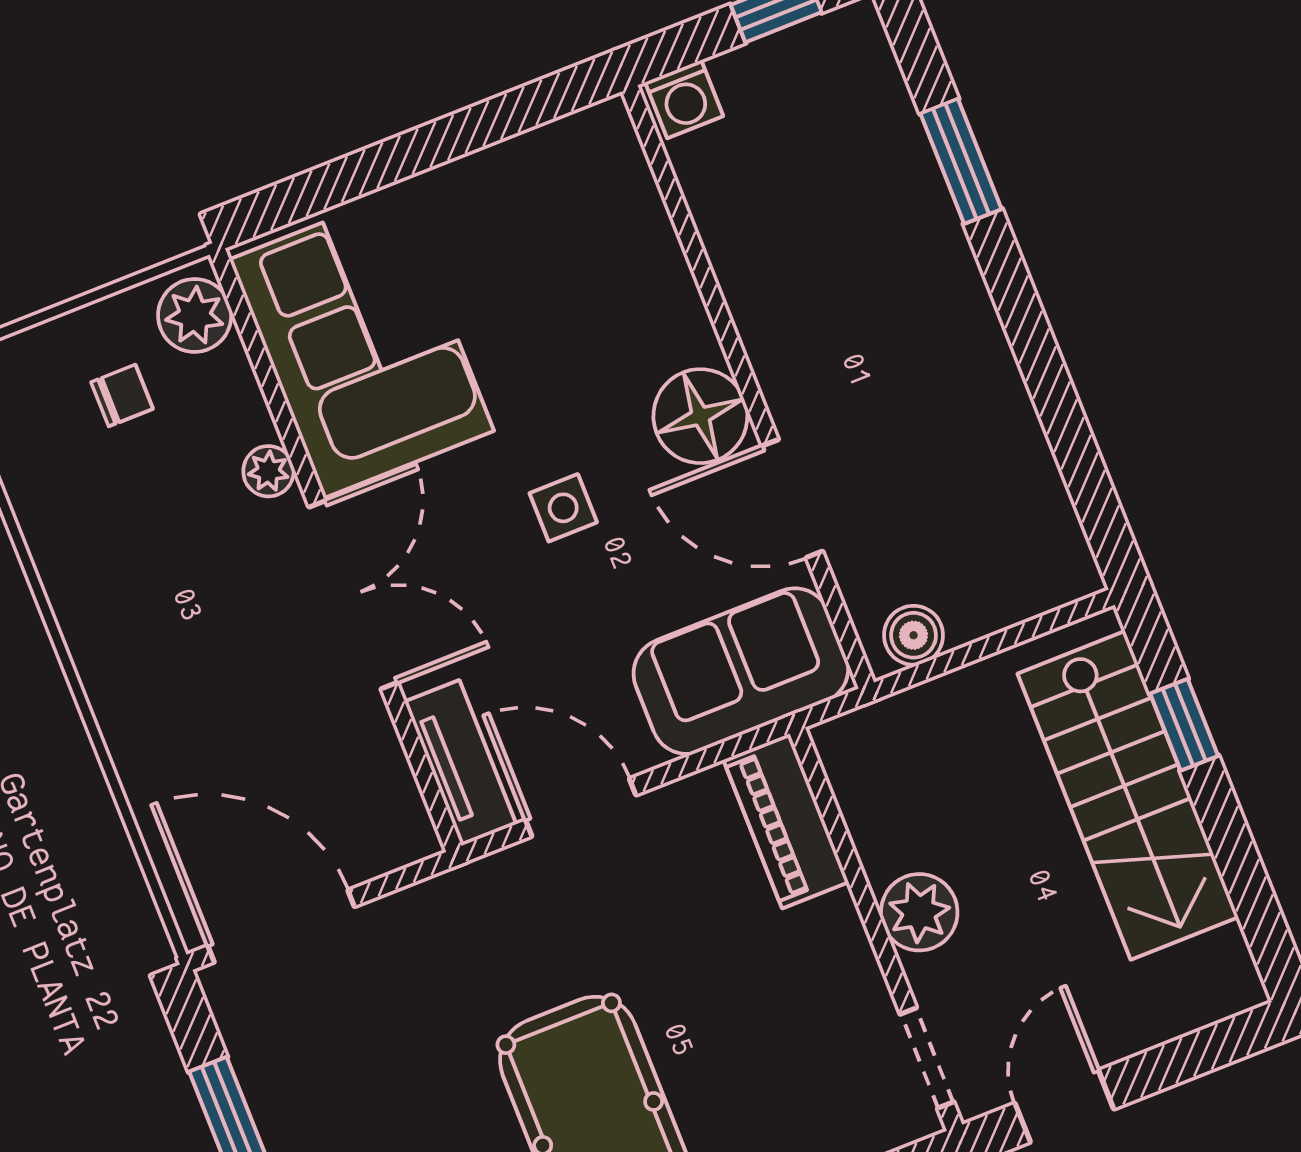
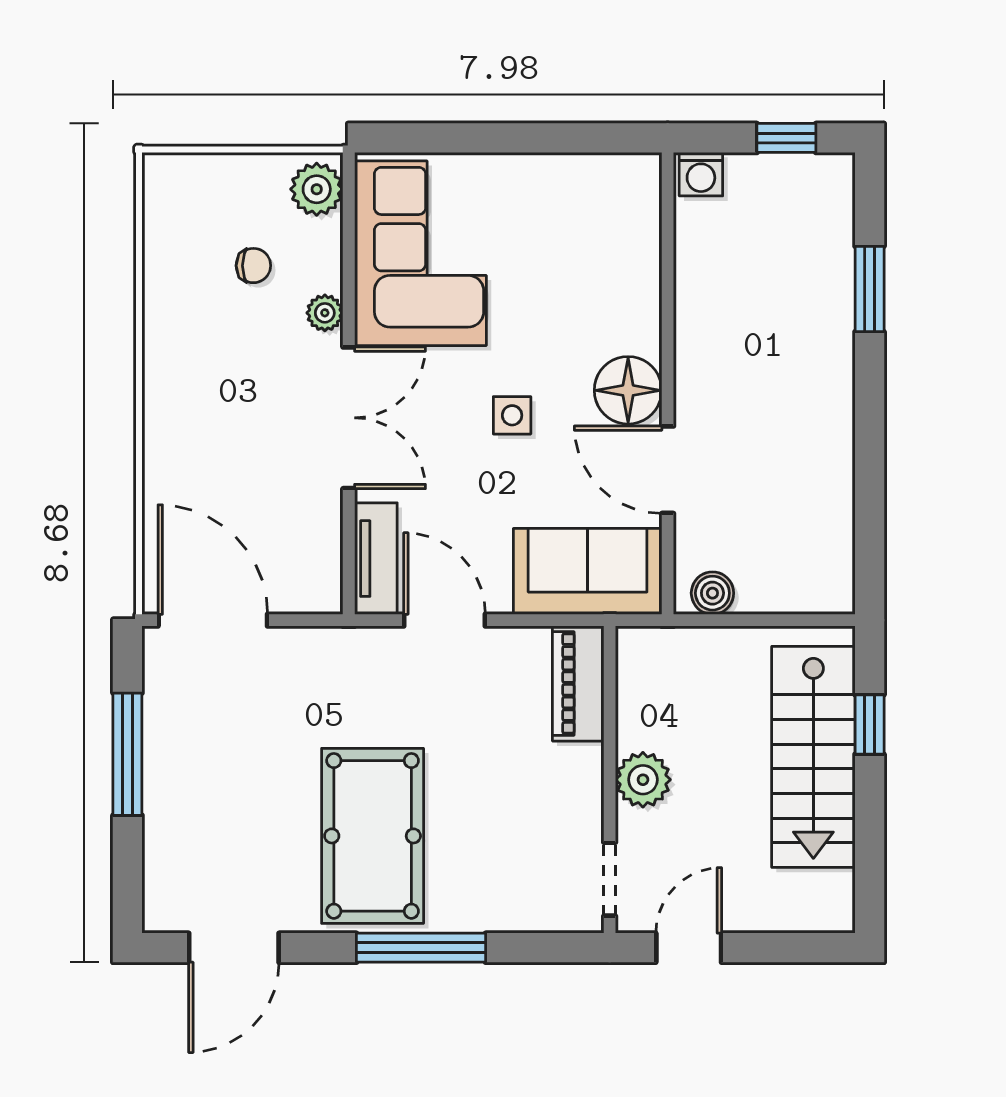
chair: (122, 395) -> (253, 266), moved

